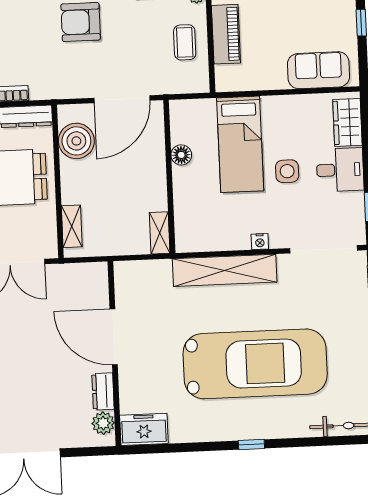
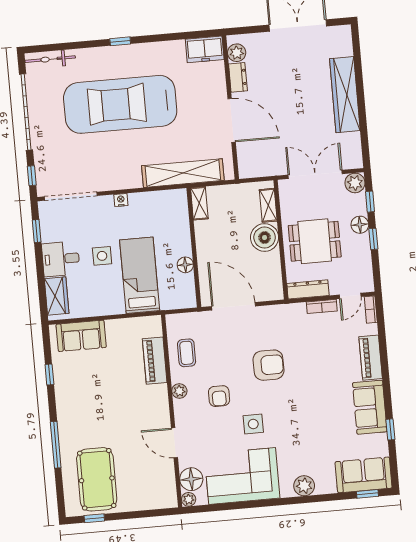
door: (122, 99) -> (234, 306), hinge flipped
boiler: (76, 141) -> (265, 238), moved
shelving: (225, 270) -> (183, 173), moved

